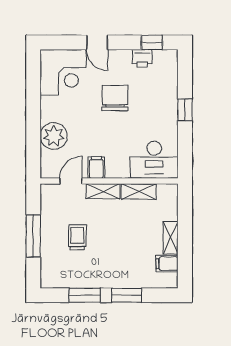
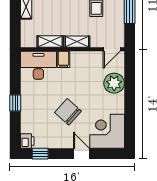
printer: (142, 58) -> (27, 141), moved, turned 90
chair: (115, 98) -> (68, 112), turned 132
filing cabinet: (96, 168) -> (64, 59), moved
door: (71, 181) -> (112, 49), moved

